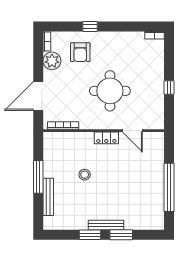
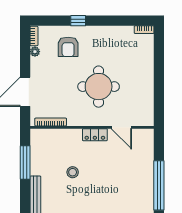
plant: (52, 61) -> (35, 52), width x0.53, depth x0.53
window: (169, 87) -> (159, 83), removed
window: (38, 177) -> (25, 162), moved

